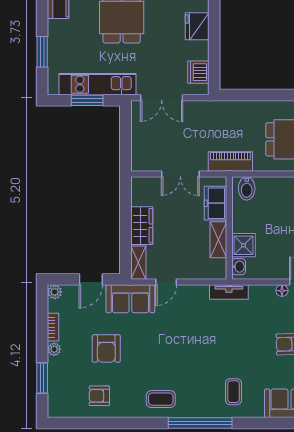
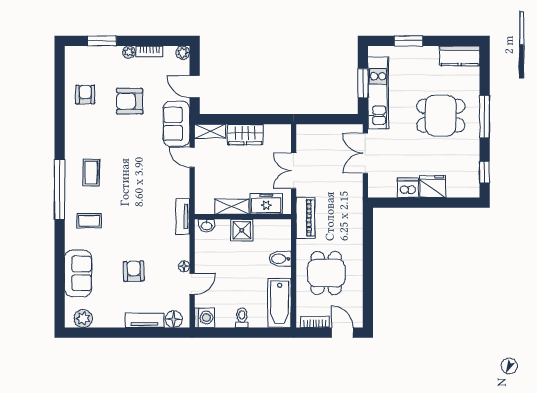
dishwasher: (198, 72) -> (408, 188), moved
bidet: (247, 188) -> (280, 259), moved
shower: (244, 245) -> (242, 230), moved
coffee table: (161, 399) -> (91, 173), moved

